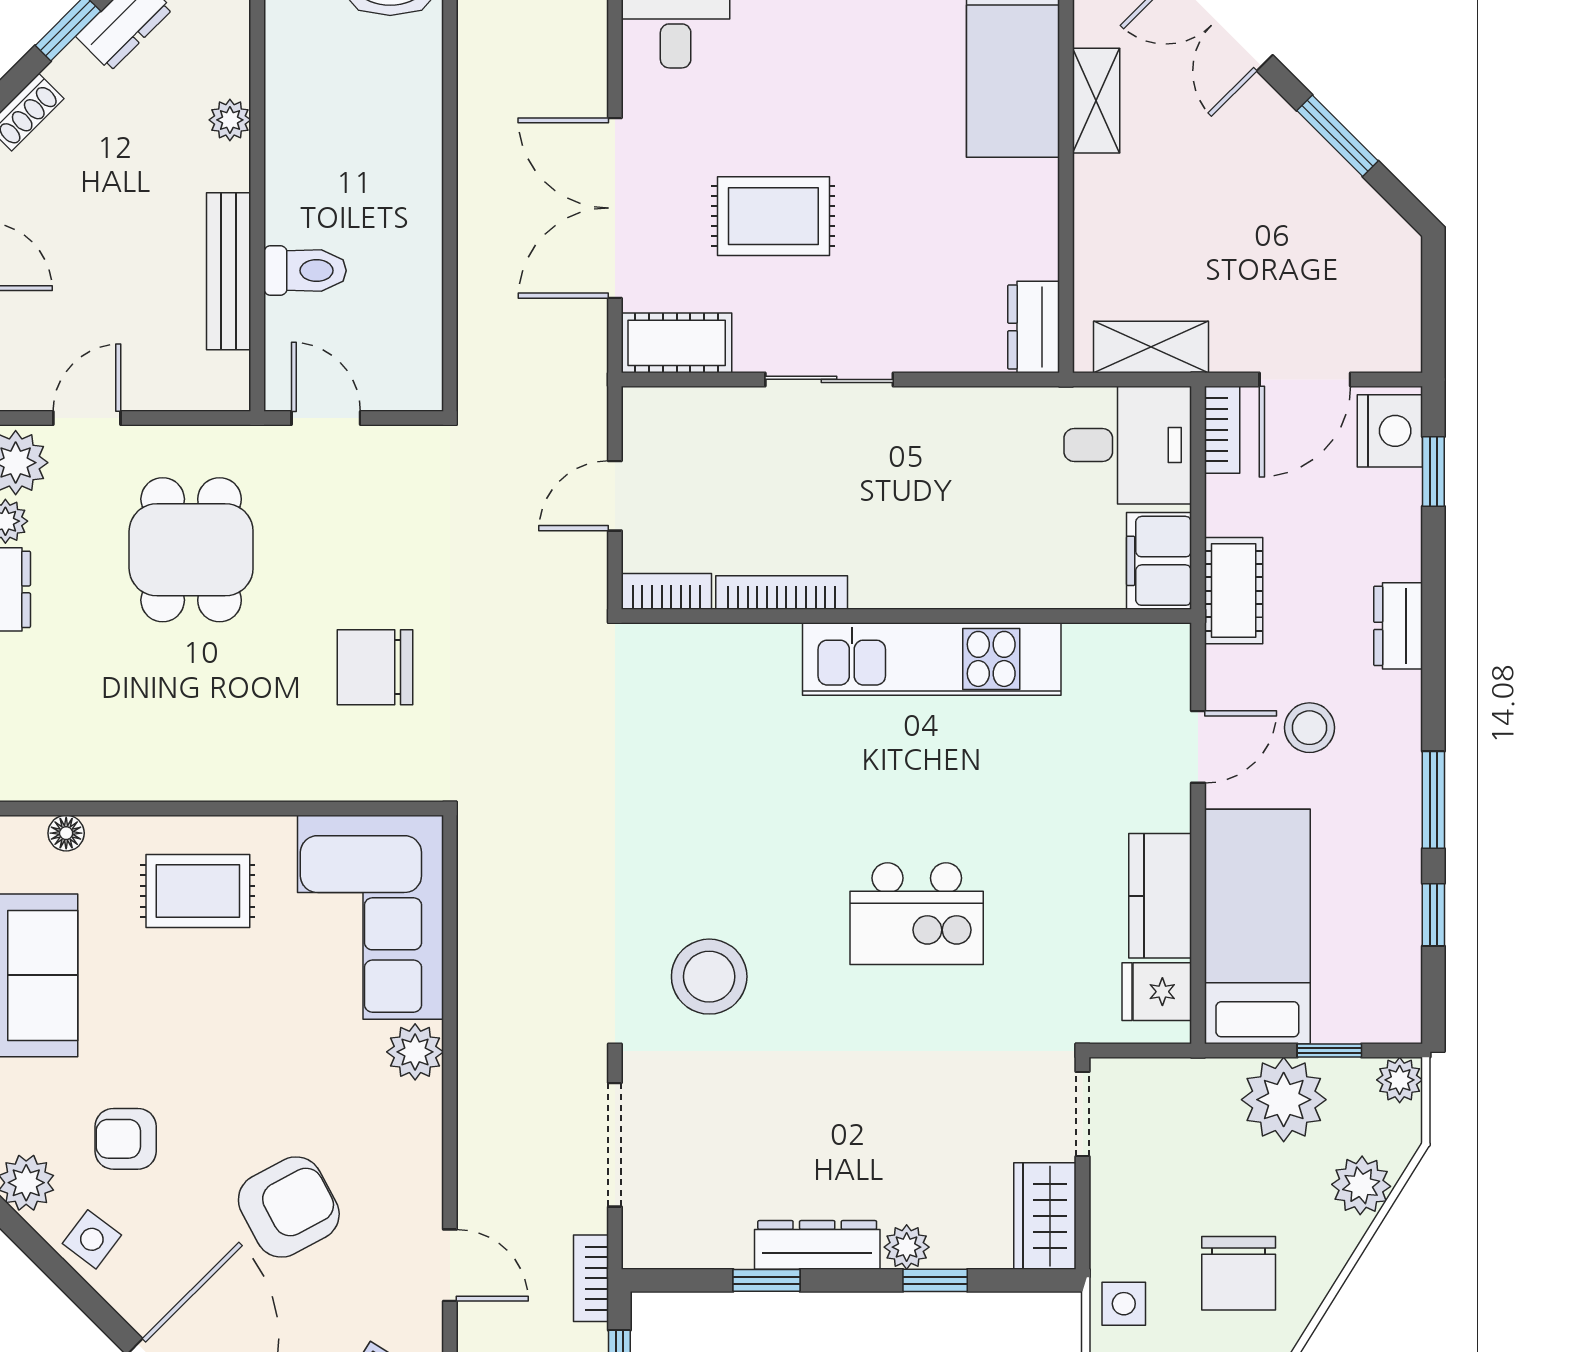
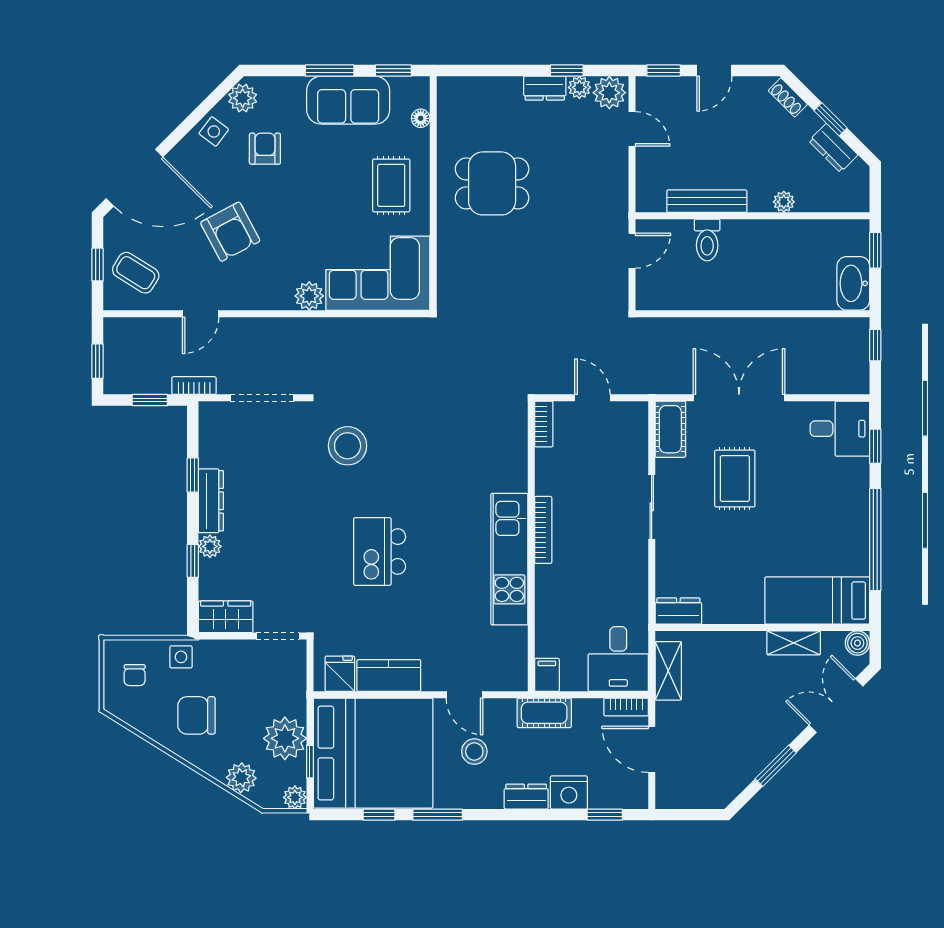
nightstand: (1390, 431) -> (569, 792), moved
dining table: (191, 550) -> (492, 183), moved
filing cabinet: (1159, 561) -> (547, 675), width x0.50
bookcase: (782, 592) -> (543, 530), moved
chair: (375, 667) -> (505, 276), removed
bed: (1257, 927) -> (373, 753), width x2.04

